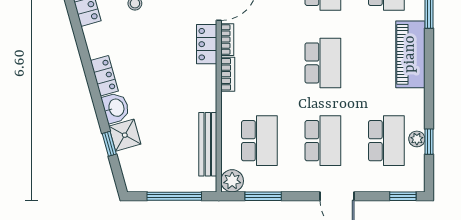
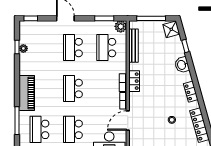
locker: (207, 44) -> (134, 81), moved
locker: (104, 76) -> (191, 92), moved
shower: (125, 135) -> (171, 29), moved
school desk: (386, 141) -> (39, 48), removed

